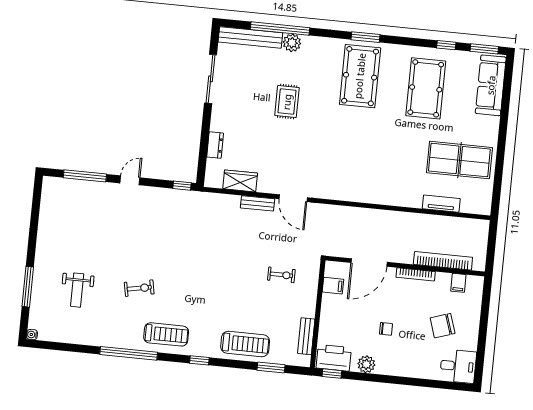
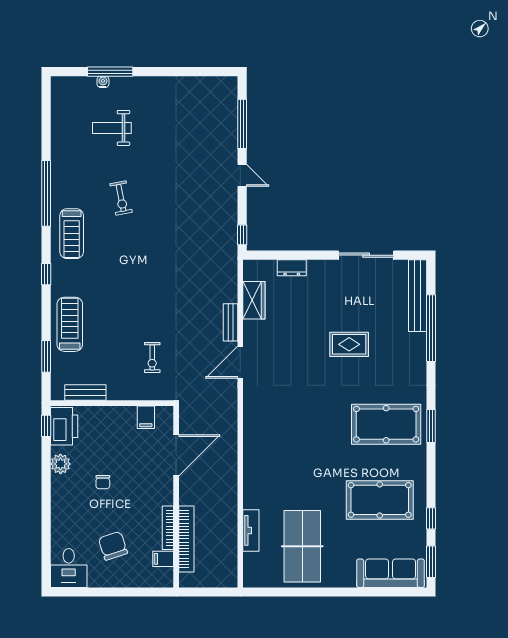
plant: (292, 43) -> (416, 343), removed
door: (369, 262) -> (176, 455), swing flipped
bookcase: (416, 274) -> (168, 528), moved
water cooler: (32, 335) -> (103, 82), moved
treadmill: (245, 344) -> (70, 324), turned 180

